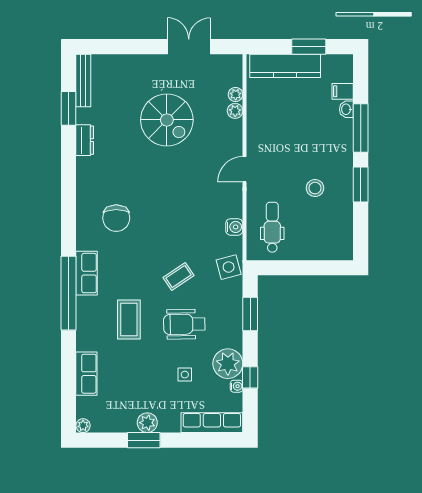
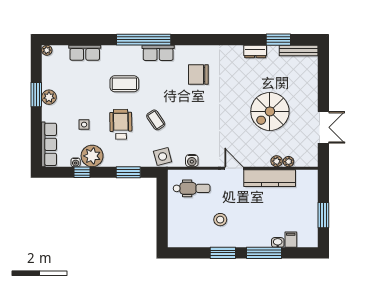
kitchen counter: (285, 66) -> (270, 178), moved, turned -90

